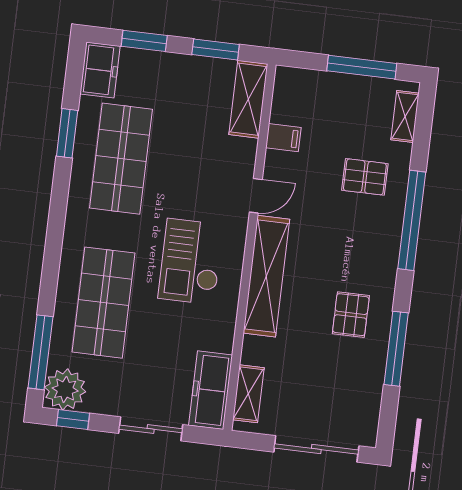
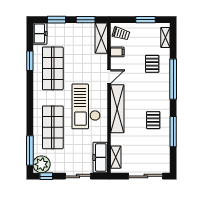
window: (362, 67) -> (146, 20), width x0.69
trolley: (298, 94) -> (121, 34), added
pallet: (365, 177) -> (152, 64), turned 90
checkout: (191, 261) -> (86, 106), width x1.36, depth x1.21

